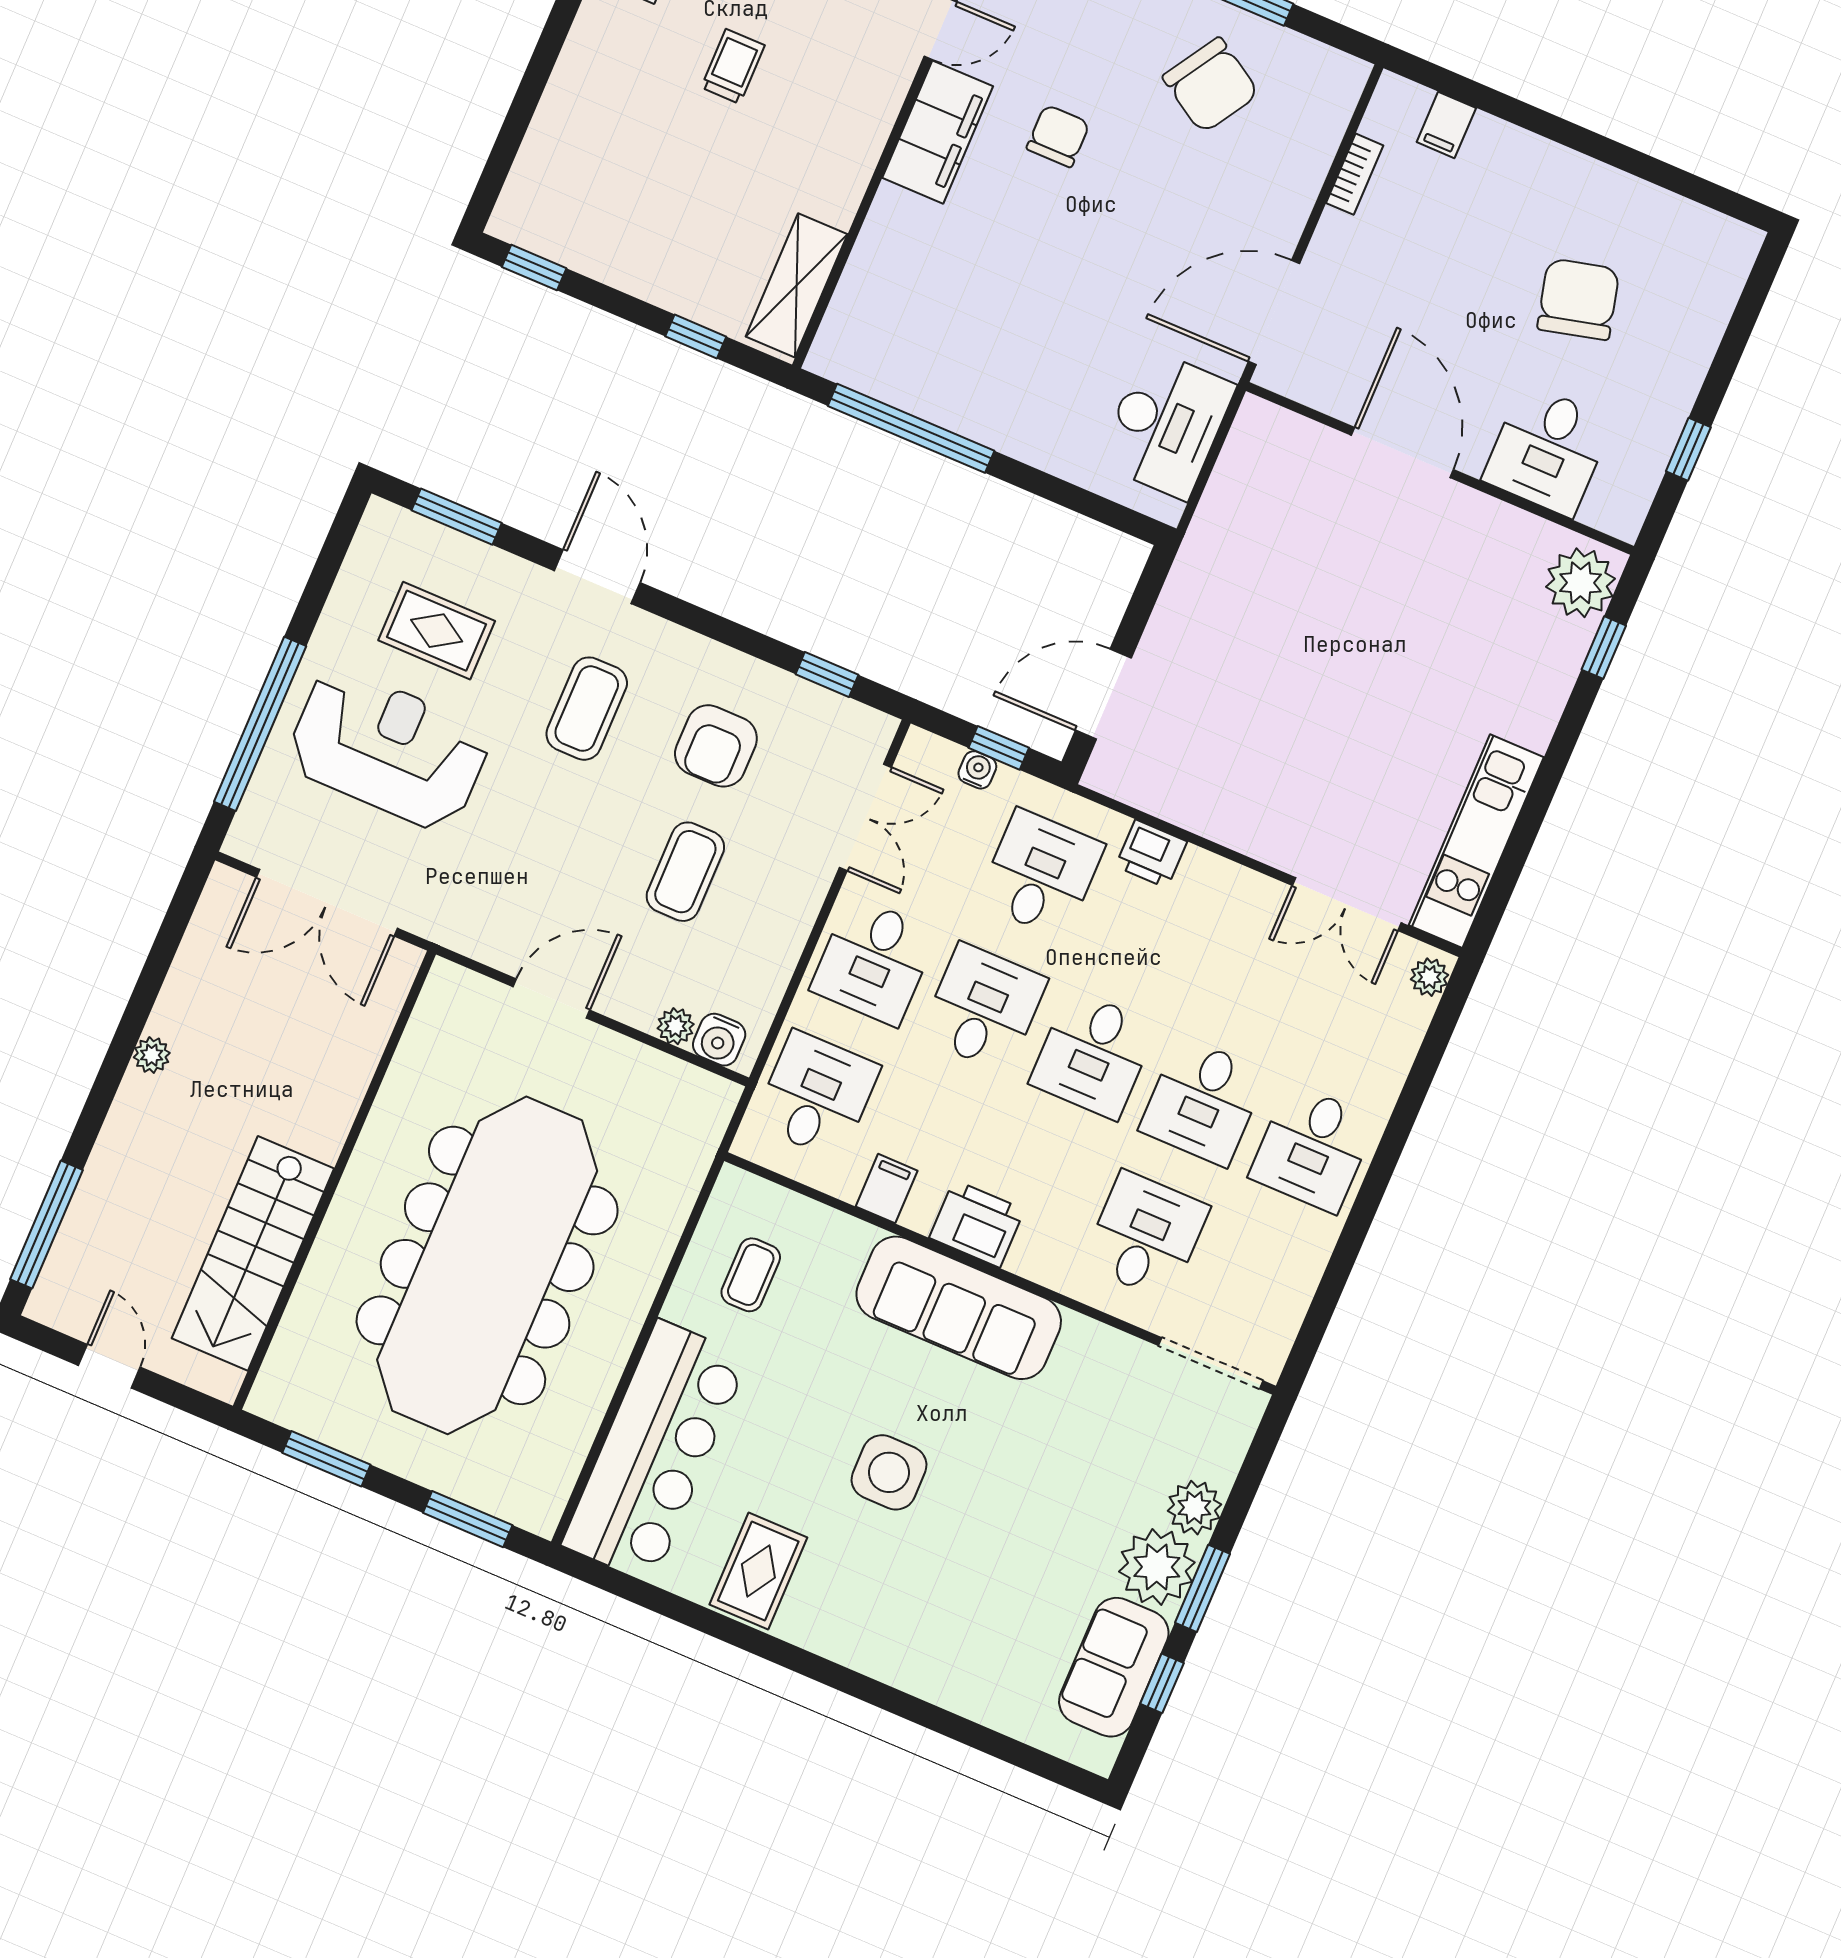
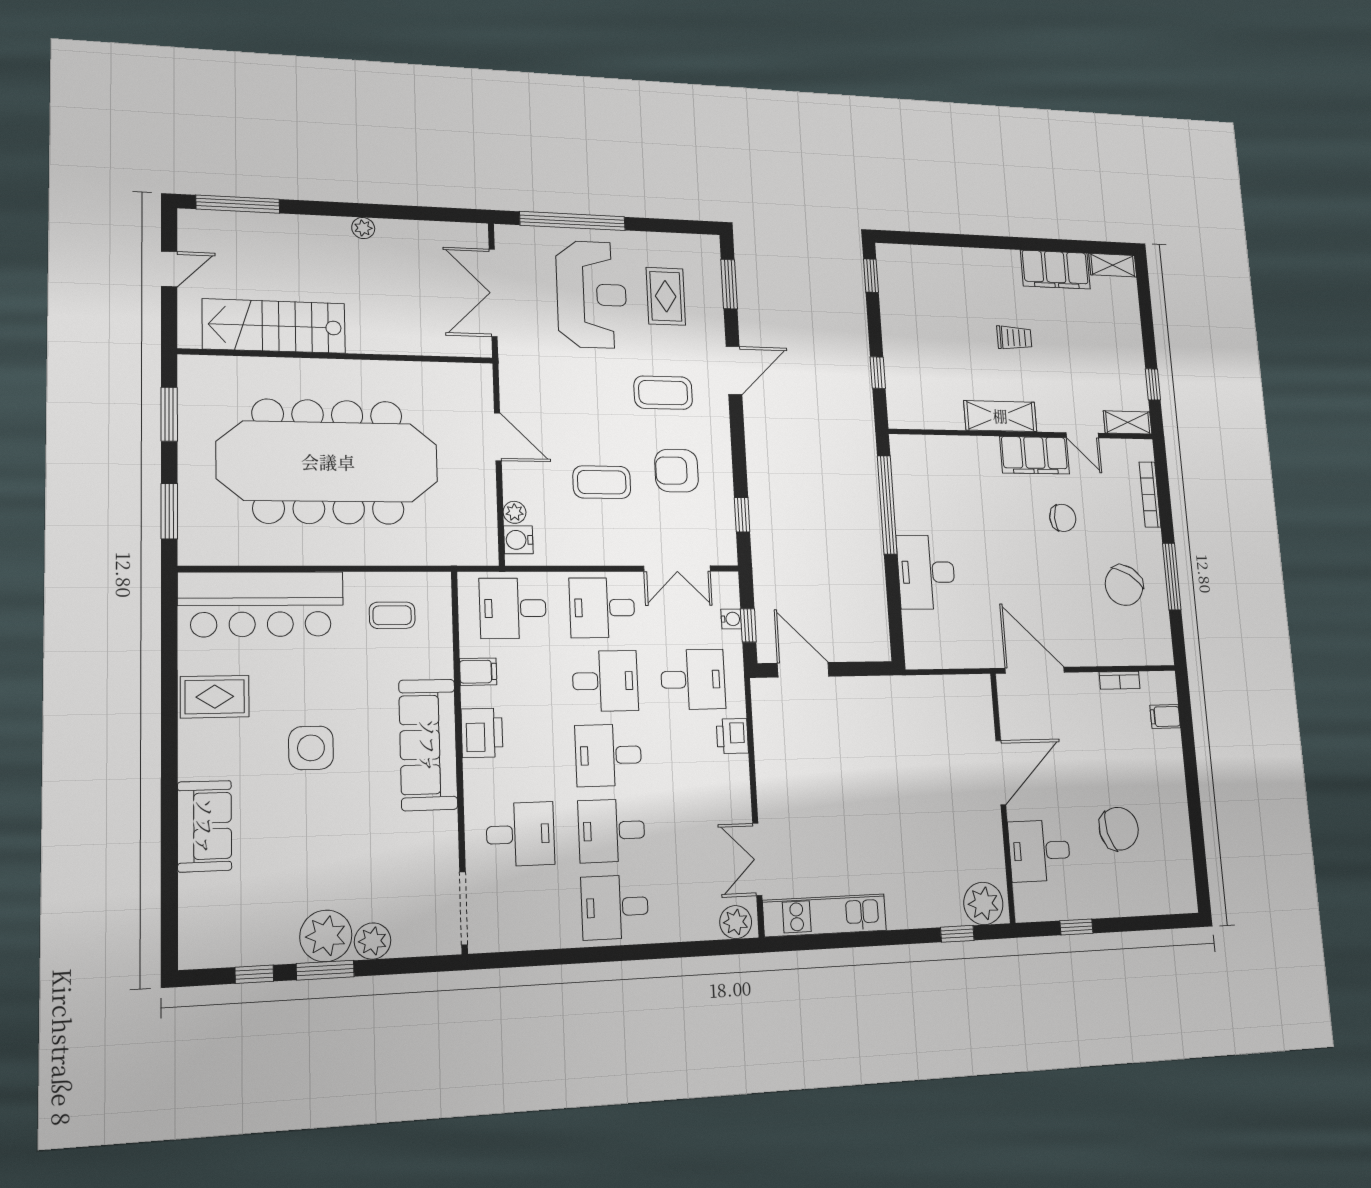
shelving: (797, 285) -> (1000, 416), moved
desk: (1166, 424) -> (926, 572), moved, turned 90
plant: (1429, 977) -> (736, 922), width x1.38, depth x1.38
desk: (817, 1095) -> (513, 608), turned 180
sofa: (1114, 1667) -> (205, 826), moved, turned 90

